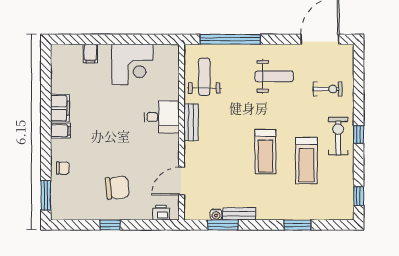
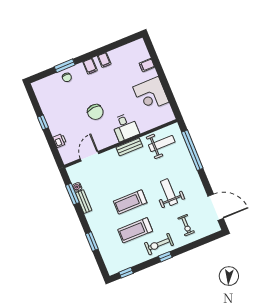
weight bench: (274, 76) -> (169, 192), moved, turned 180
filing cabinet: (60, 108) -> (104, 60), width x0.50
exercise bike: (338, 136) -> (159, 244), turned 180
door: (182, 181) -> (90, 156), hinge flipped
chair: (117, 188) -> (95, 112), moved
window: (46, 195) -> (65, 66), moved
printer: (161, 213) -> (60, 140), moved

